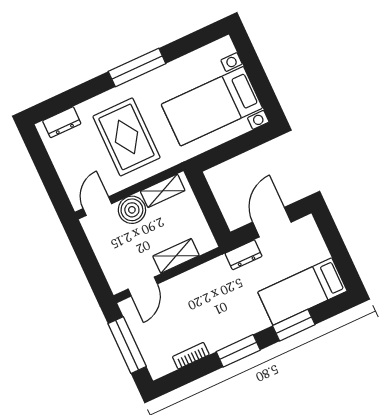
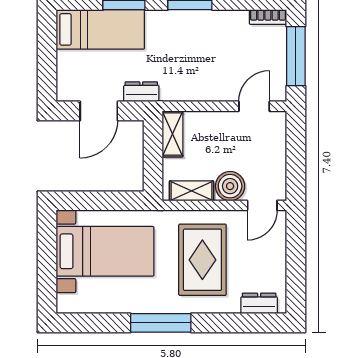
shelving: (176, 256) -> (173, 134), moved, turned 90
bookcase: (191, 356) -> (268, 17), moved

